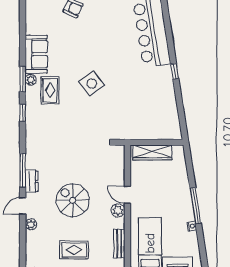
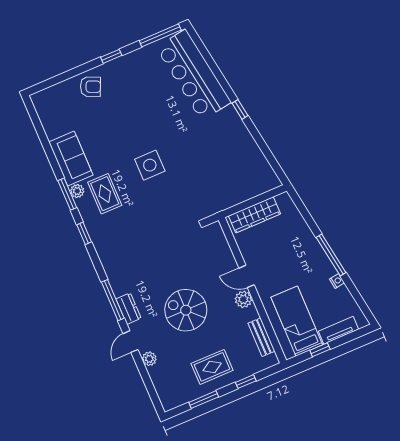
side table: (92, 84) -> (150, 165), turned 37

